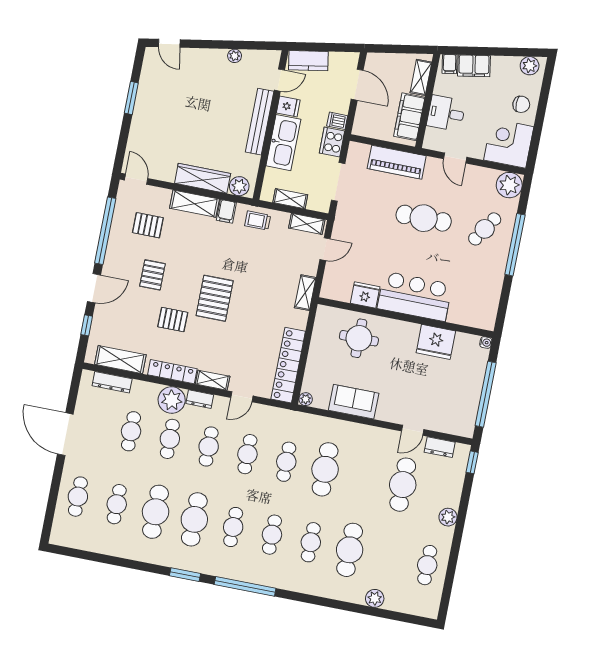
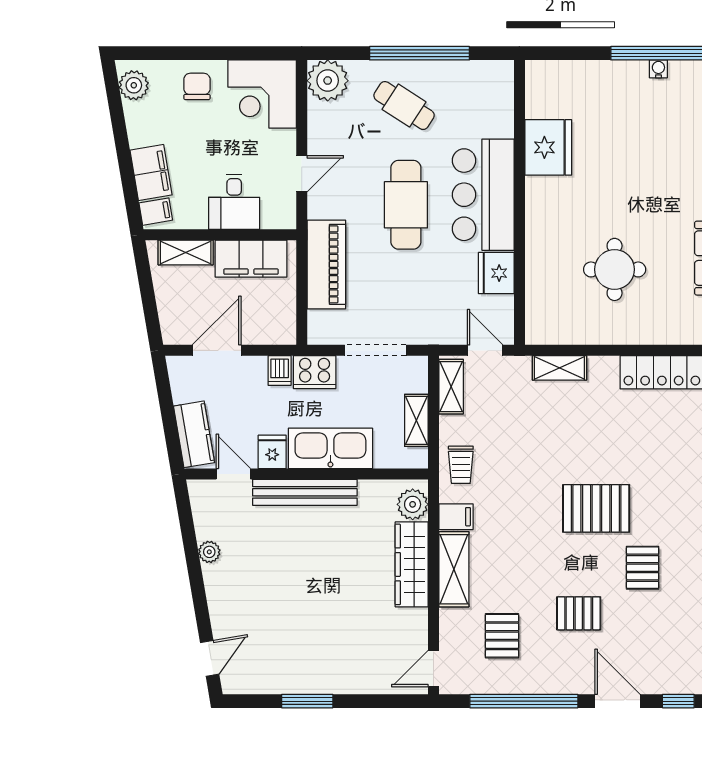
fridge: (365, 295) -> (496, 273), moved
bar counter: (415, 296) -> (483, 195), moved
wall: (406, 318) -> (519, 202), moved
fridge: (436, 342) -> (548, 147), moved
water cooler: (486, 342) -> (658, 69), moved

